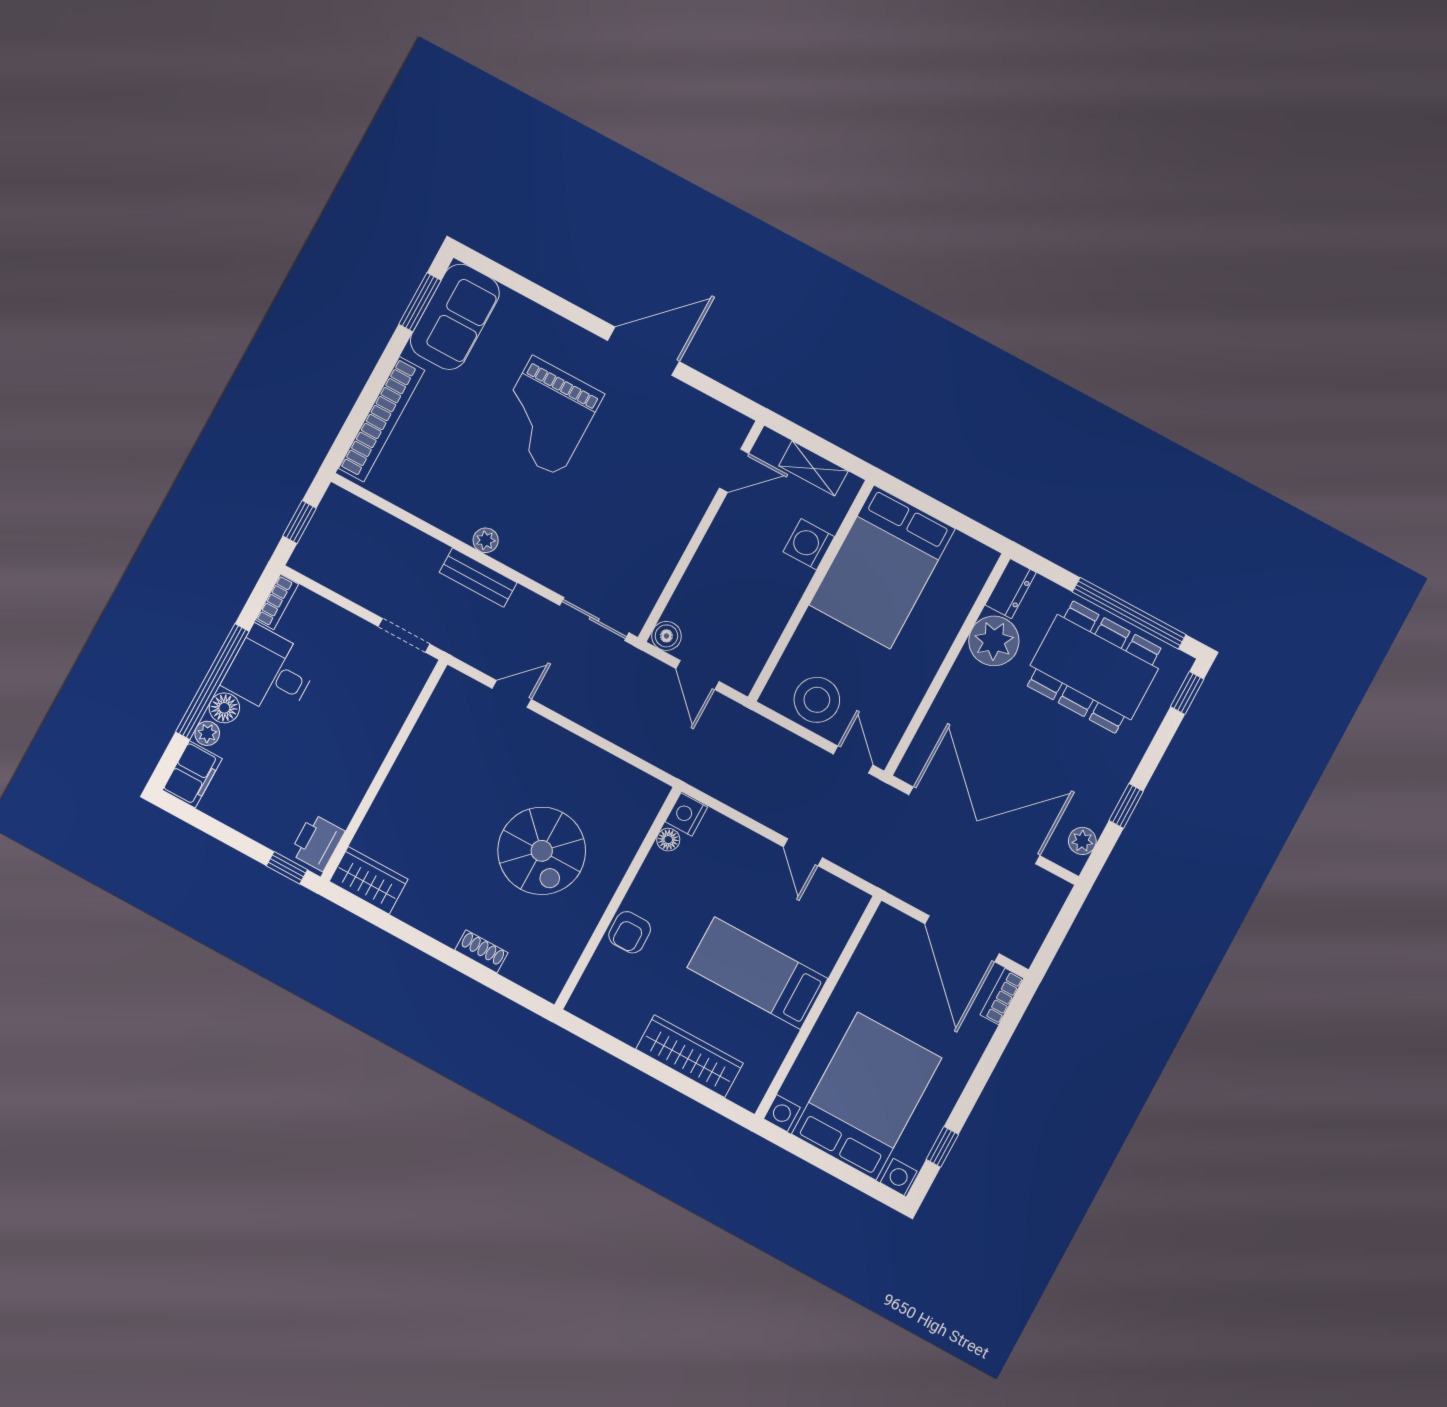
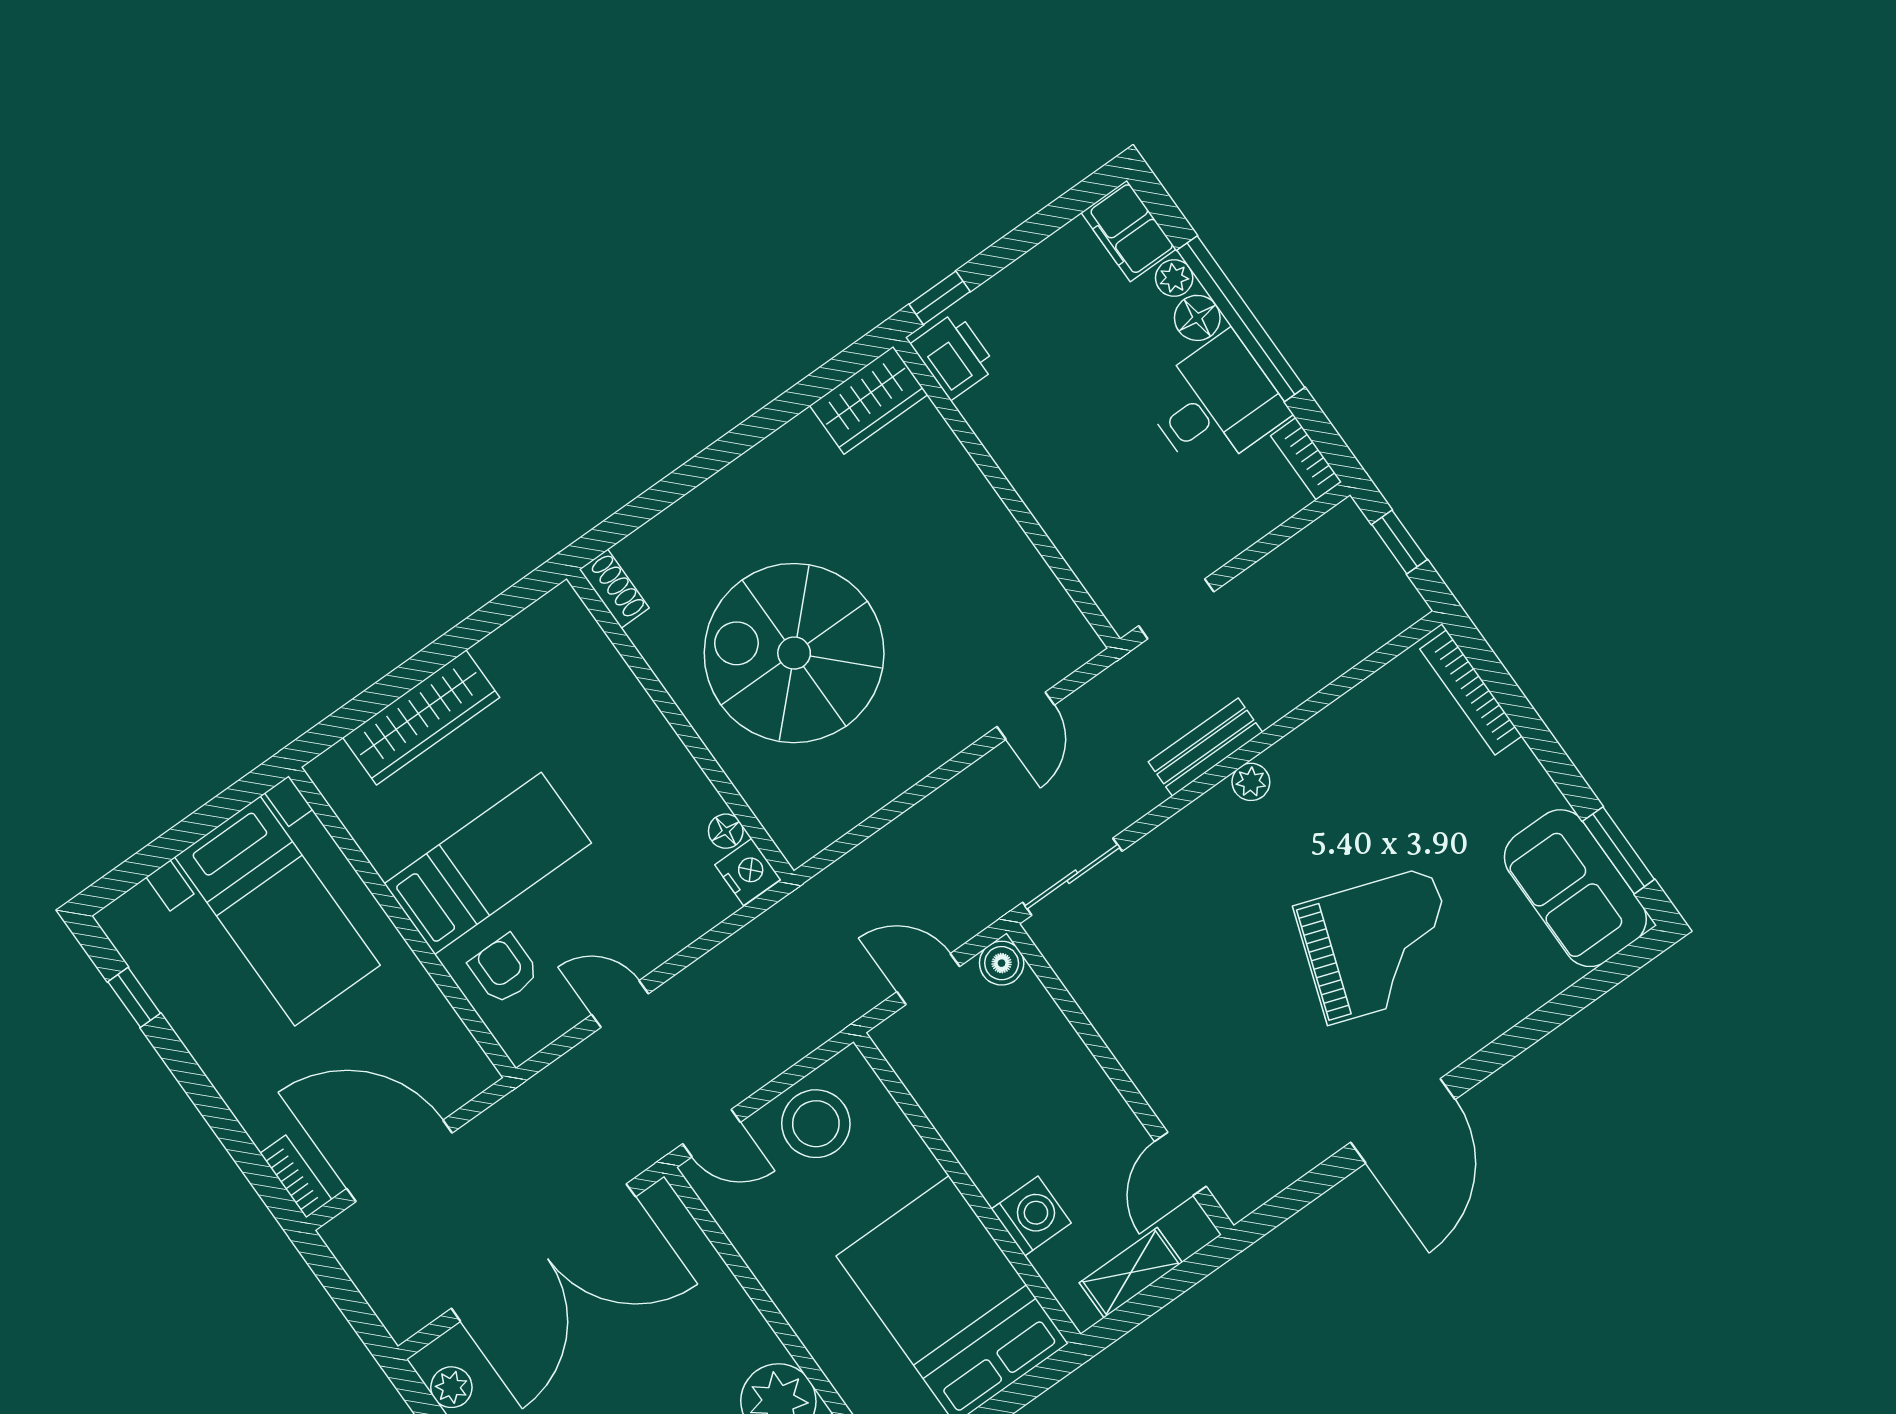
grand piano: (546, 416) -> (1379, 945), turned 109
bookcase: (382, 419) -> (1471, 693), width x0.68, depth x0.76
spiral stairs: (542, 851) -> (794, 653), width x1.37, depth x1.37
armchair: (630, 932) -> (504, 969), moved
shoe rack: (481, 951) -> (614, 589), moved, turned -90
bed with nightstands: (867, 1096) -> (277, 911), width x0.73

